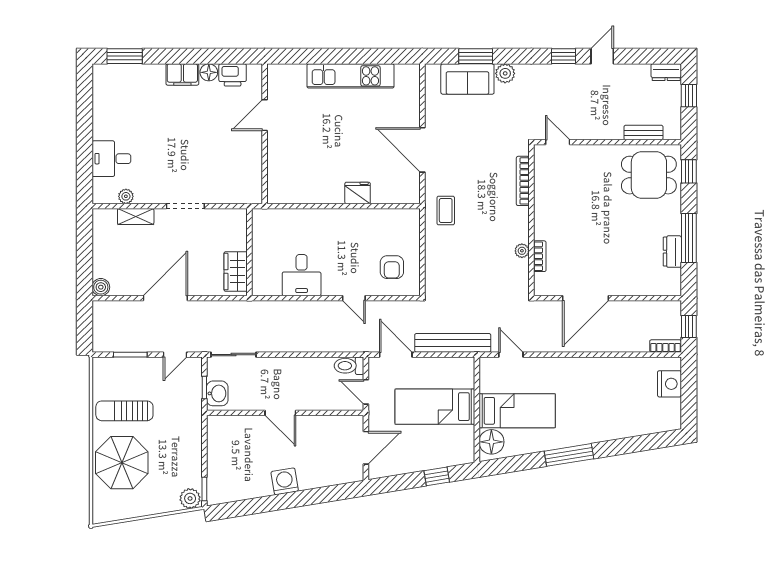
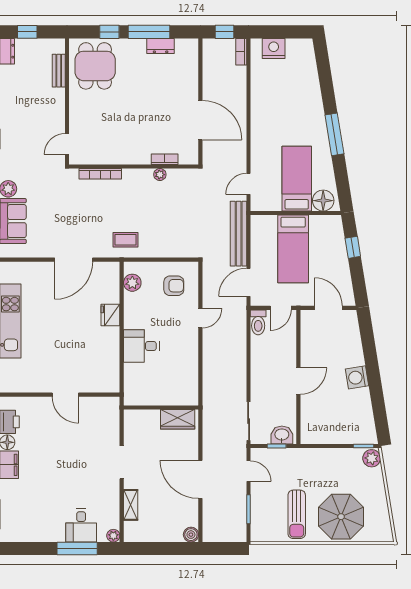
door: (265, 115) -> (65, 395), moved
window: (85, 154) -> (77, 549), added
window: (689, 171) -> (109, 32), moved
plant: (126, 196) -> (113, 536), moved
plant: (395, 219) -> (132, 283), added
desk: (302, 275) -> (141, 346), moved, turned 180

